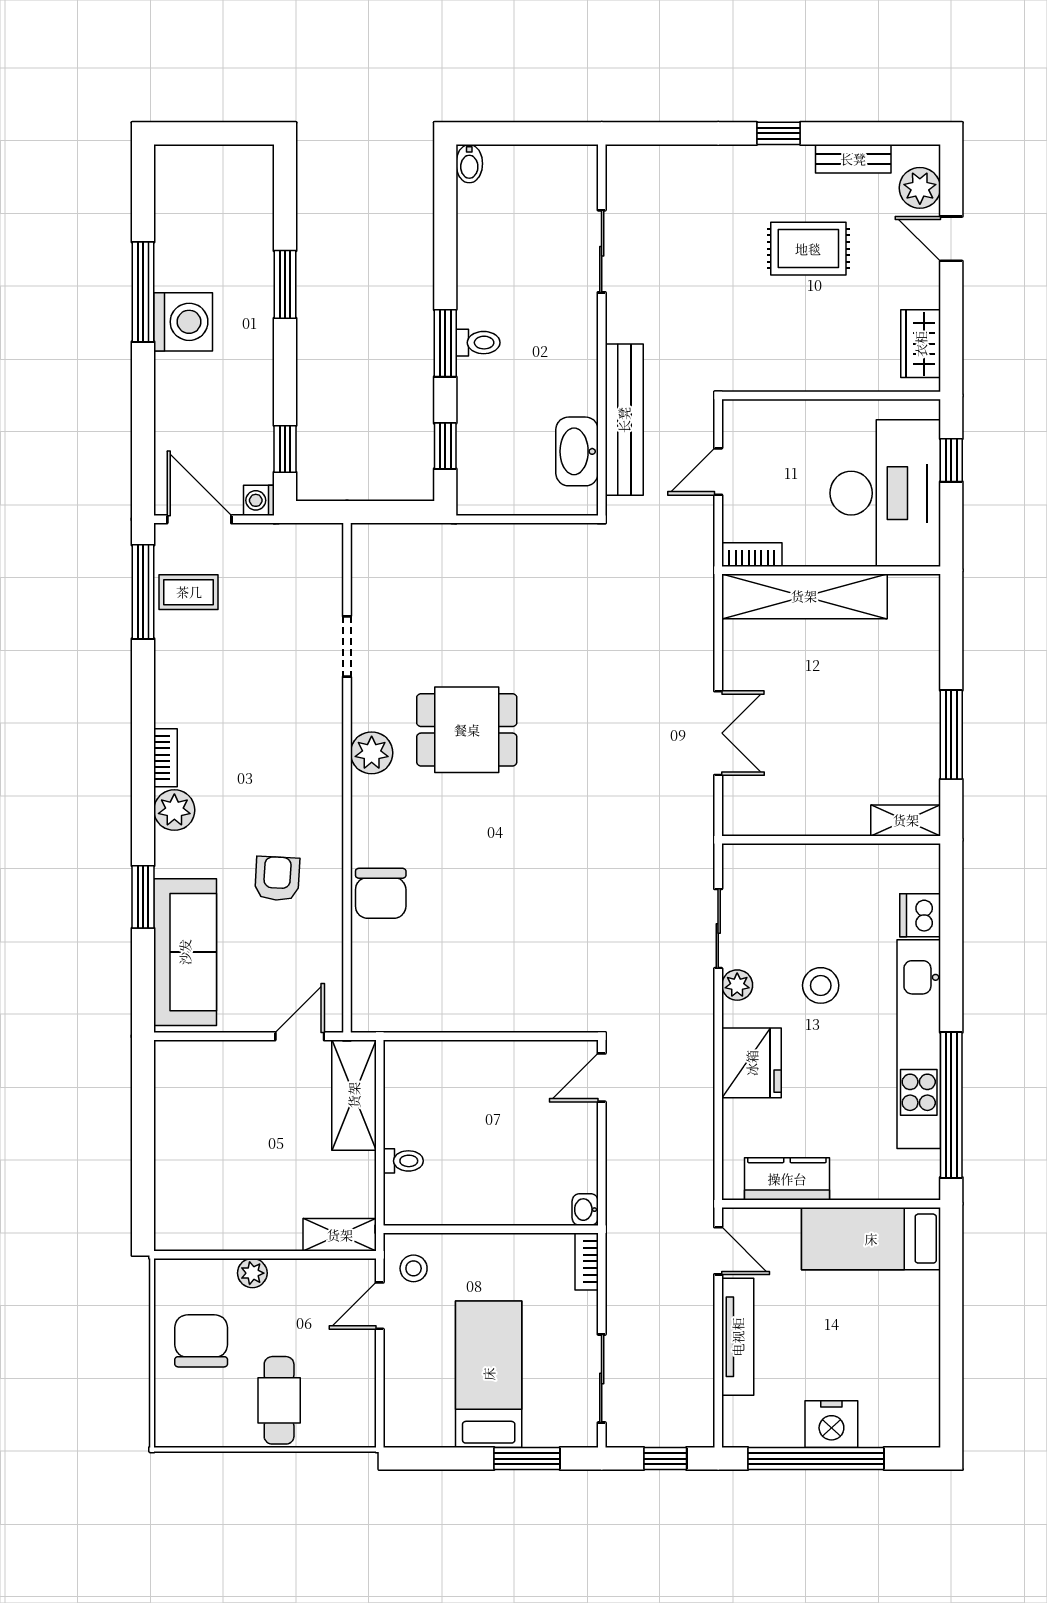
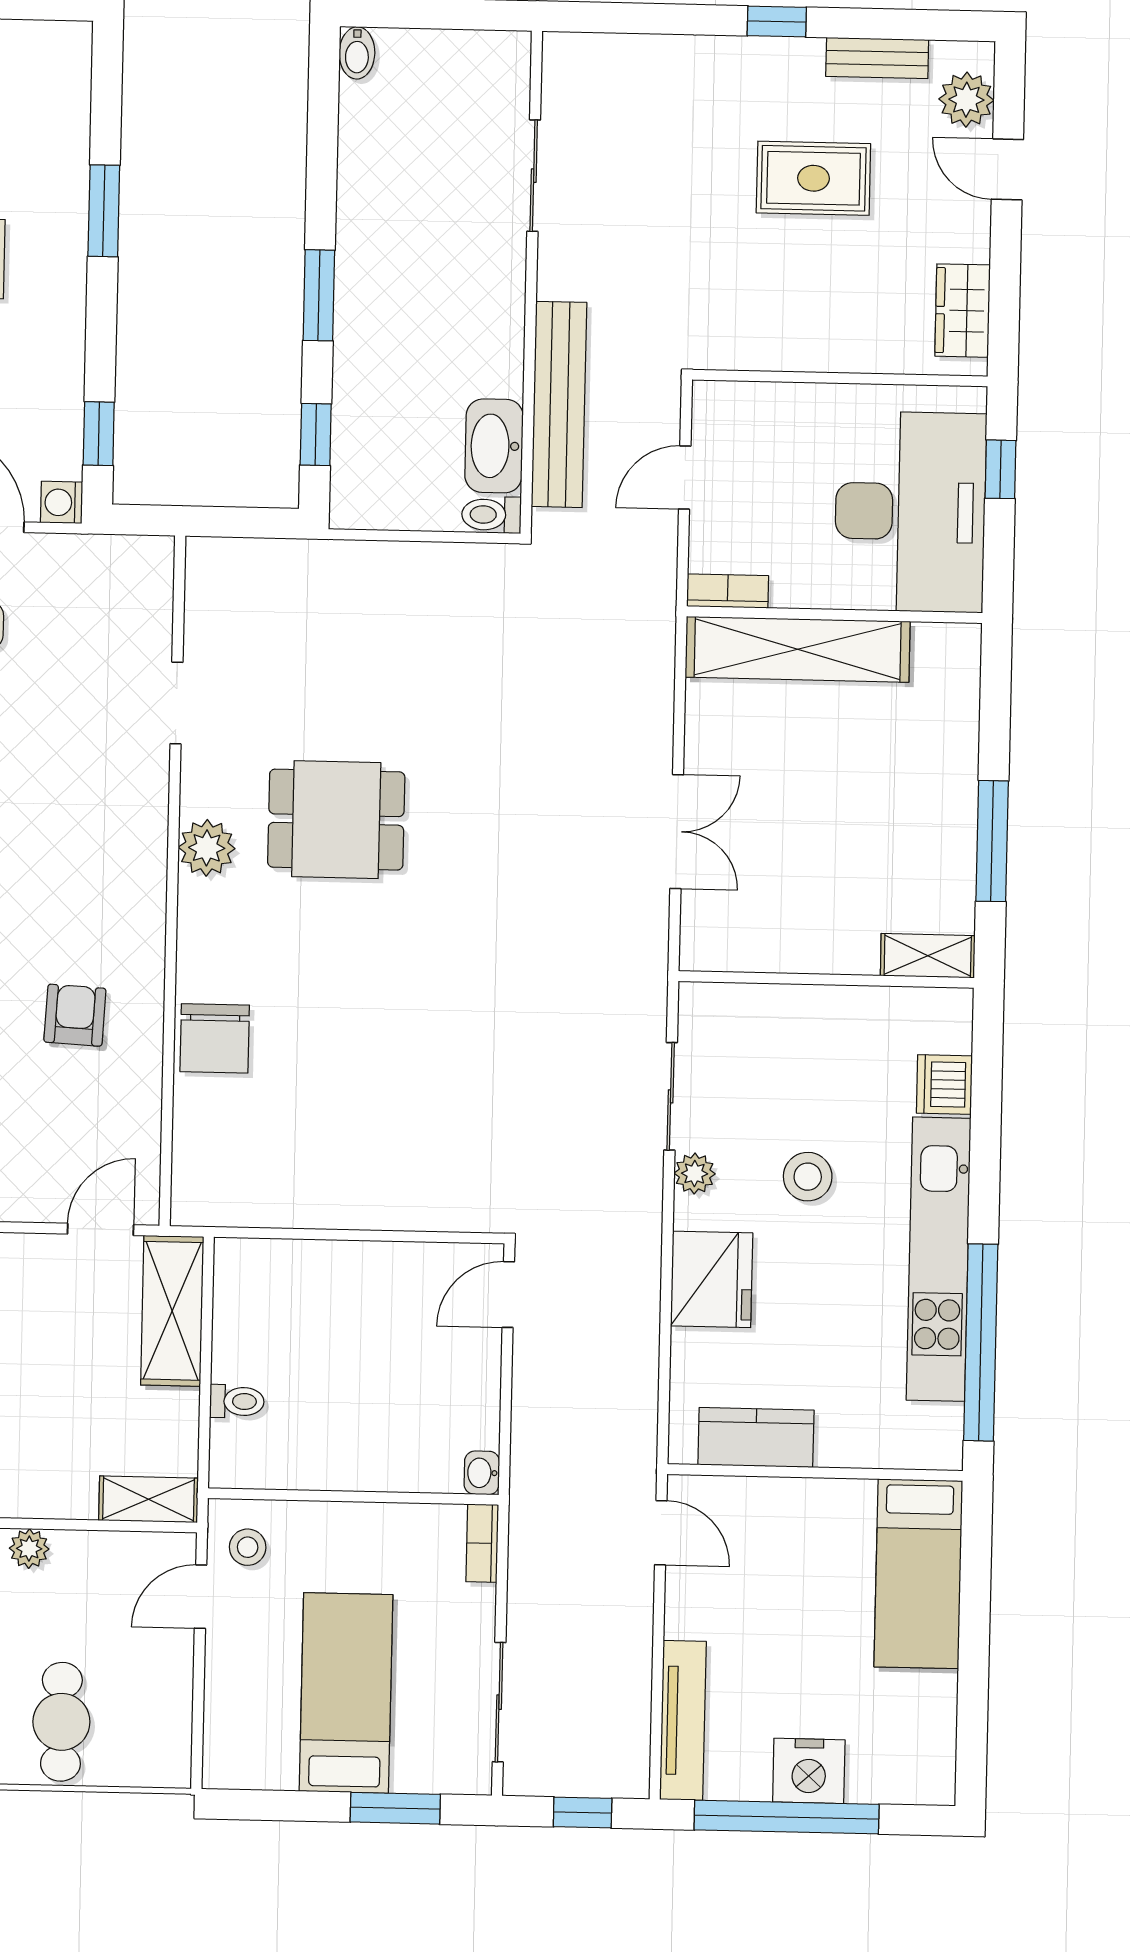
toilet: (478, 343) -> (491, 515), moved, turned 180
bed: (871, 1239) -> (918, 1574), moved, turned -90
tv unit: (738, 1337) -> (683, 1720), moved

